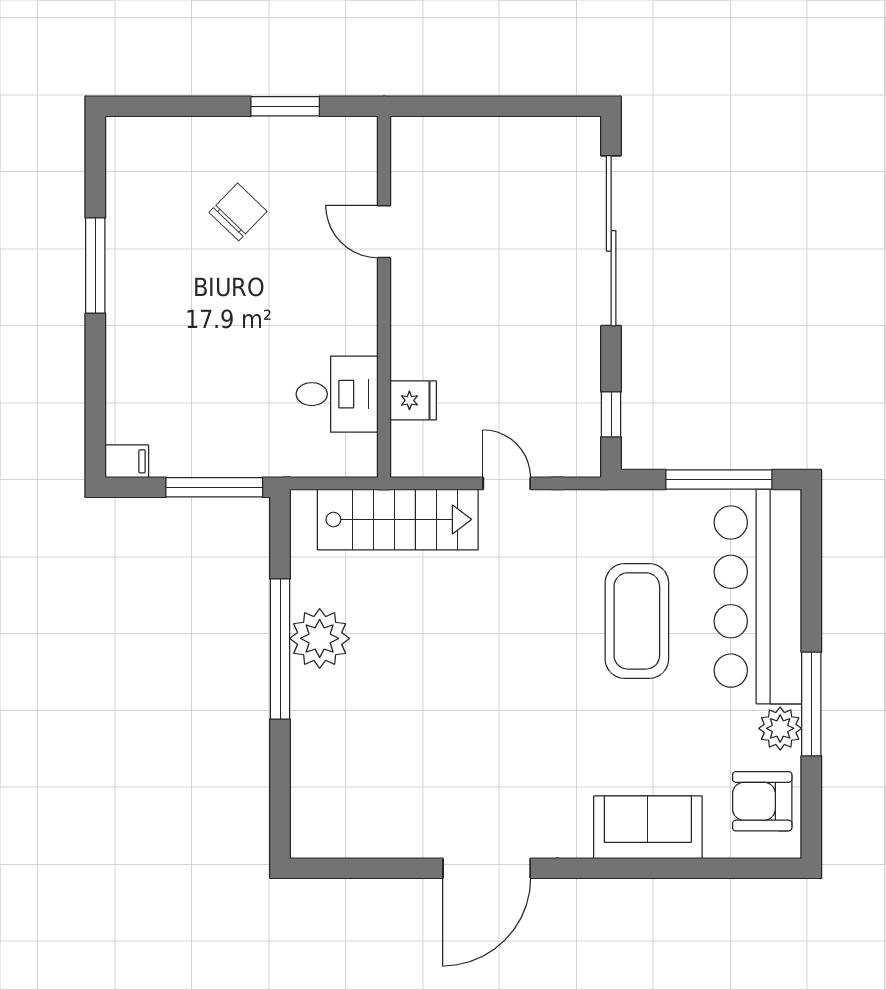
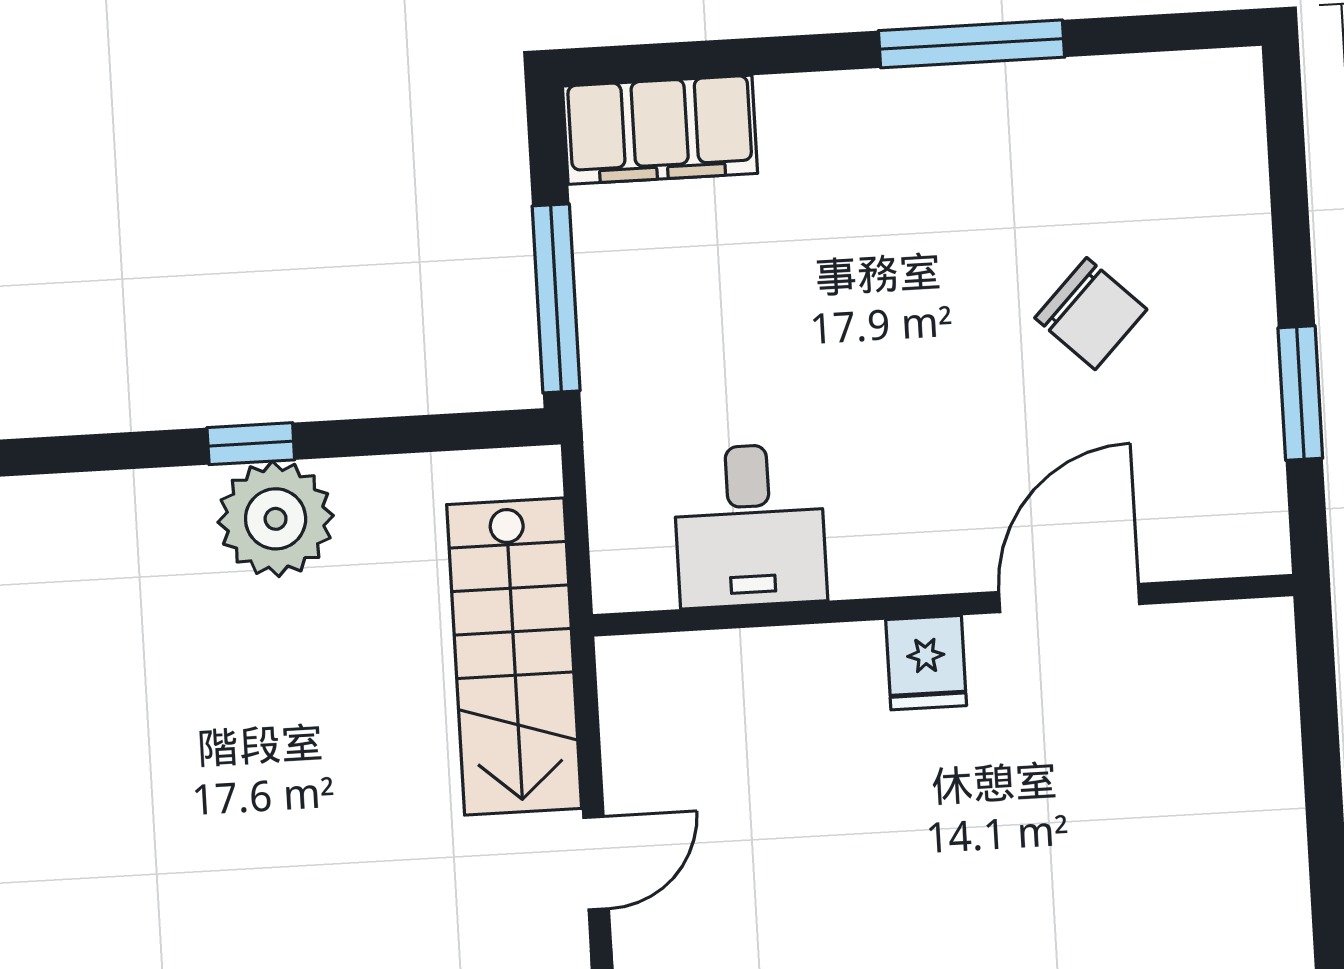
door: (384, 232) -> (1069, 598), width x1.38
fridge: (413, 400) -> (926, 663), moved
filing cabinet: (127, 461) -> (660, 130), width x3.00, depth x1.17
window: (280, 649) -> (251, 444), width x0.32

